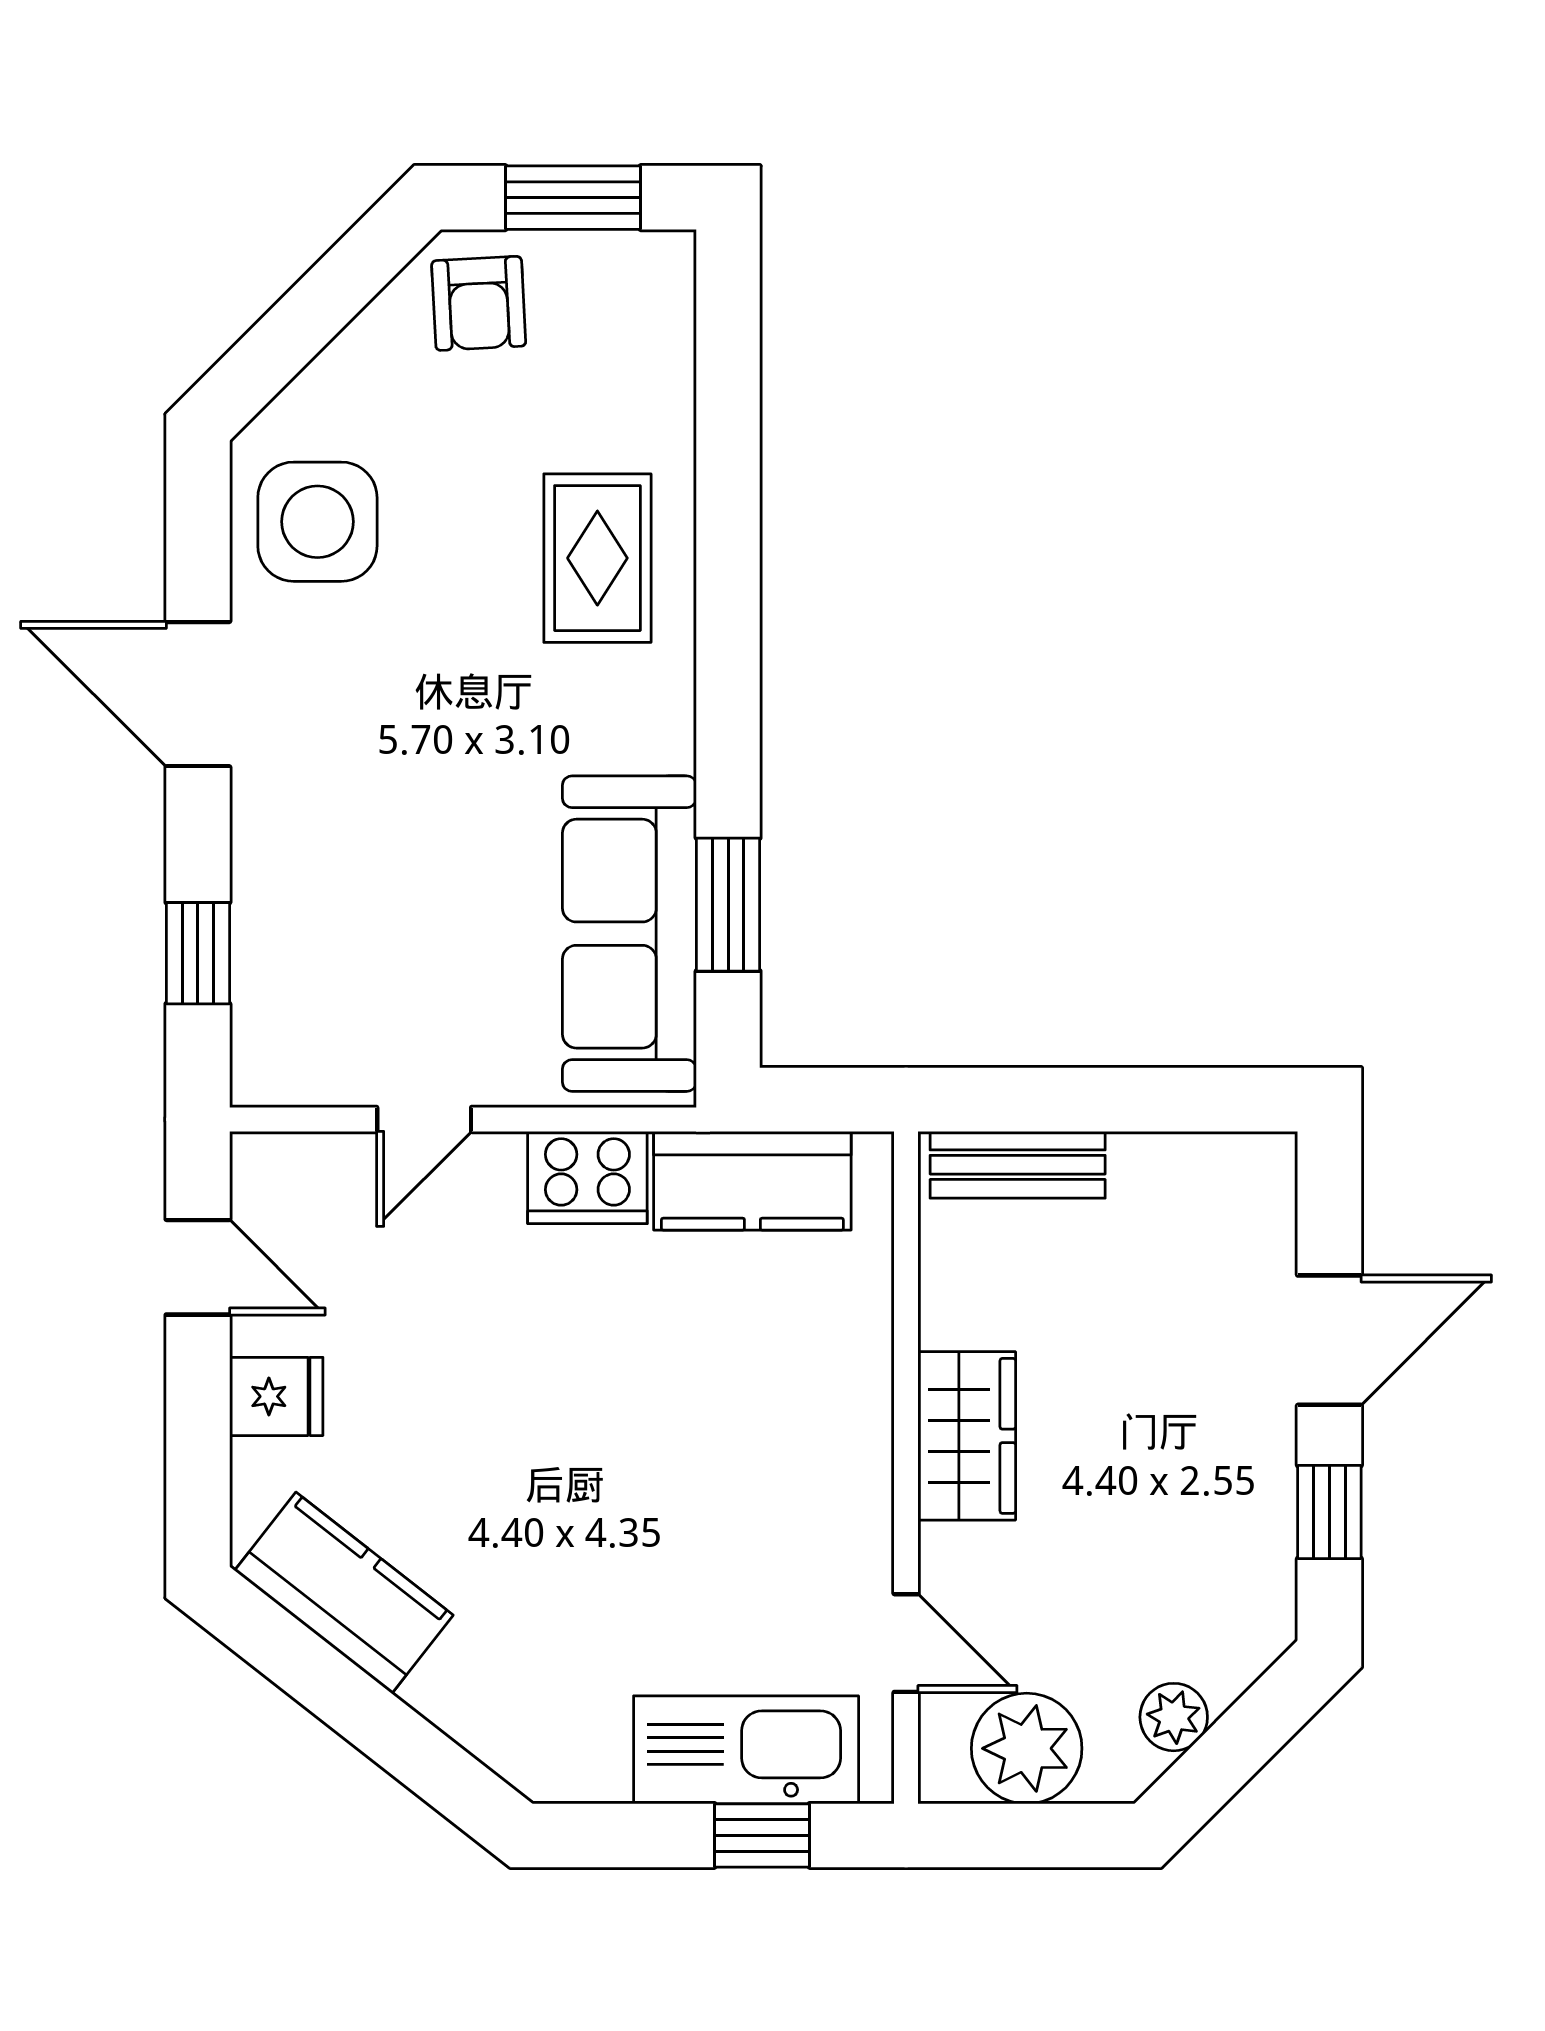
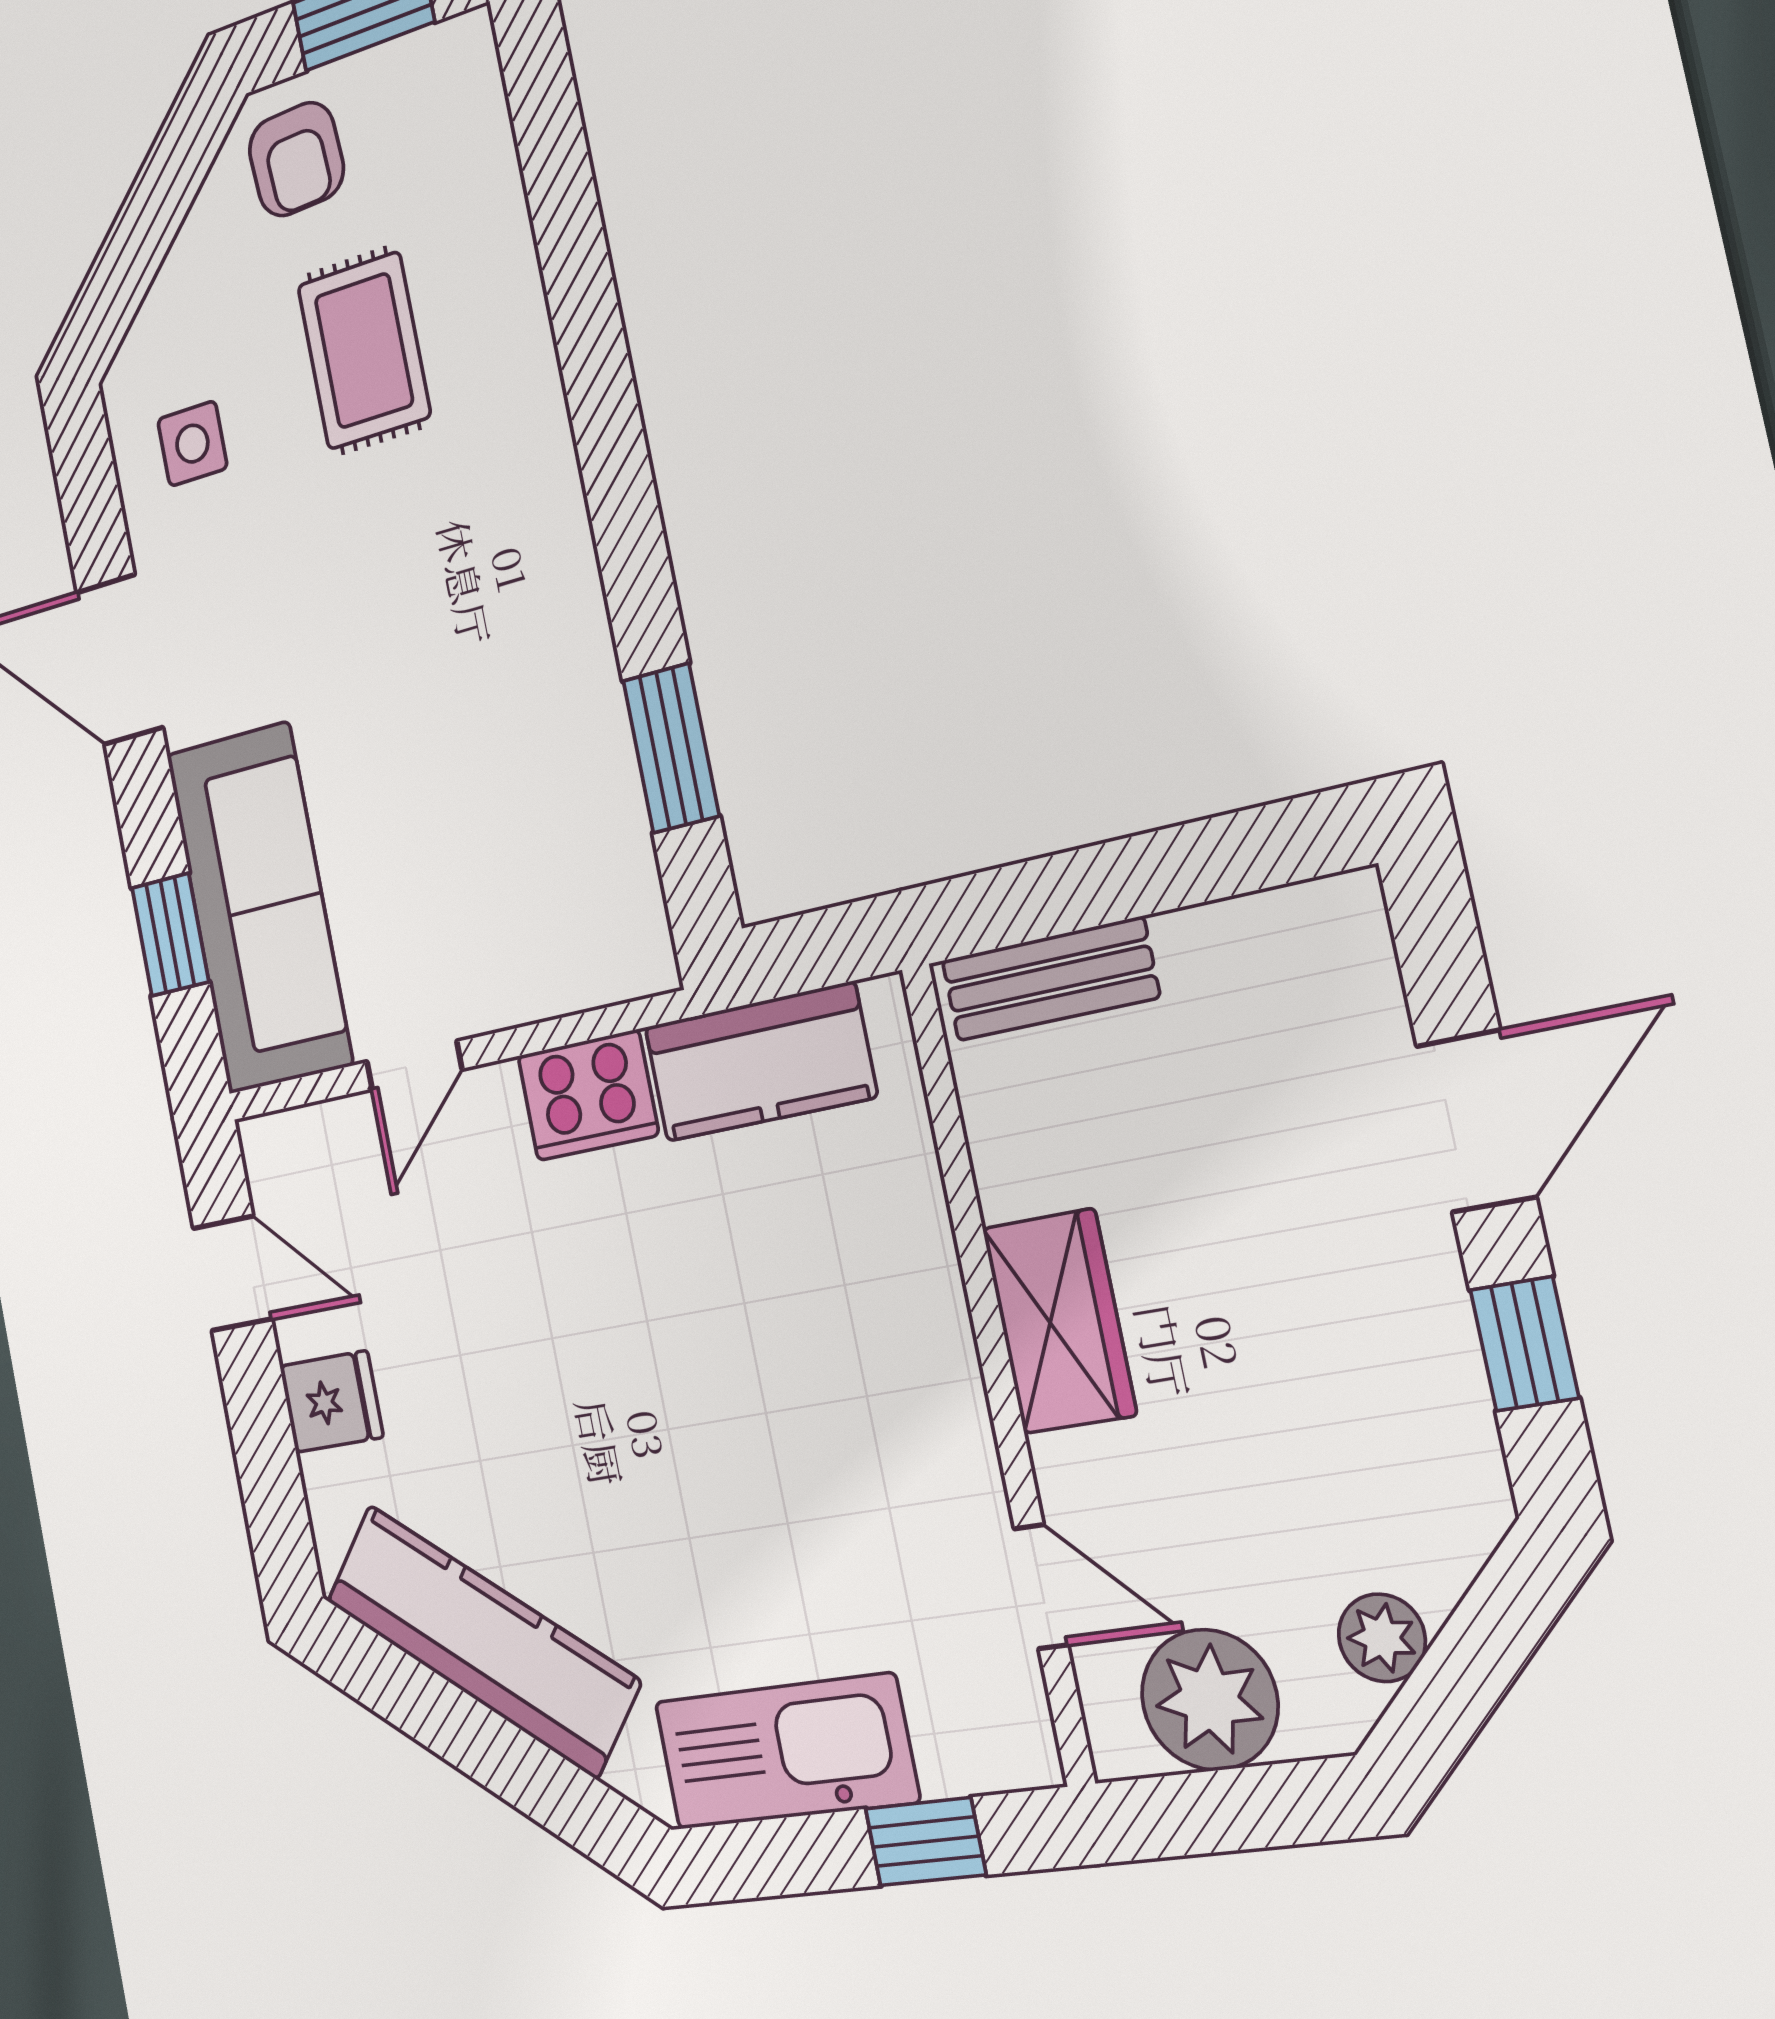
side table: (317, 522) -> (192, 444), width x0.54, depth x0.54
rug: (597, 558) -> (364, 351), moved
sofa: (629, 934) -> (259, 908), moved, turned 180
kitchen counter: (344, 1593) -> (482, 1640), width x1.50
kitchen sink: (746, 1750) -> (786, 1752), moved

